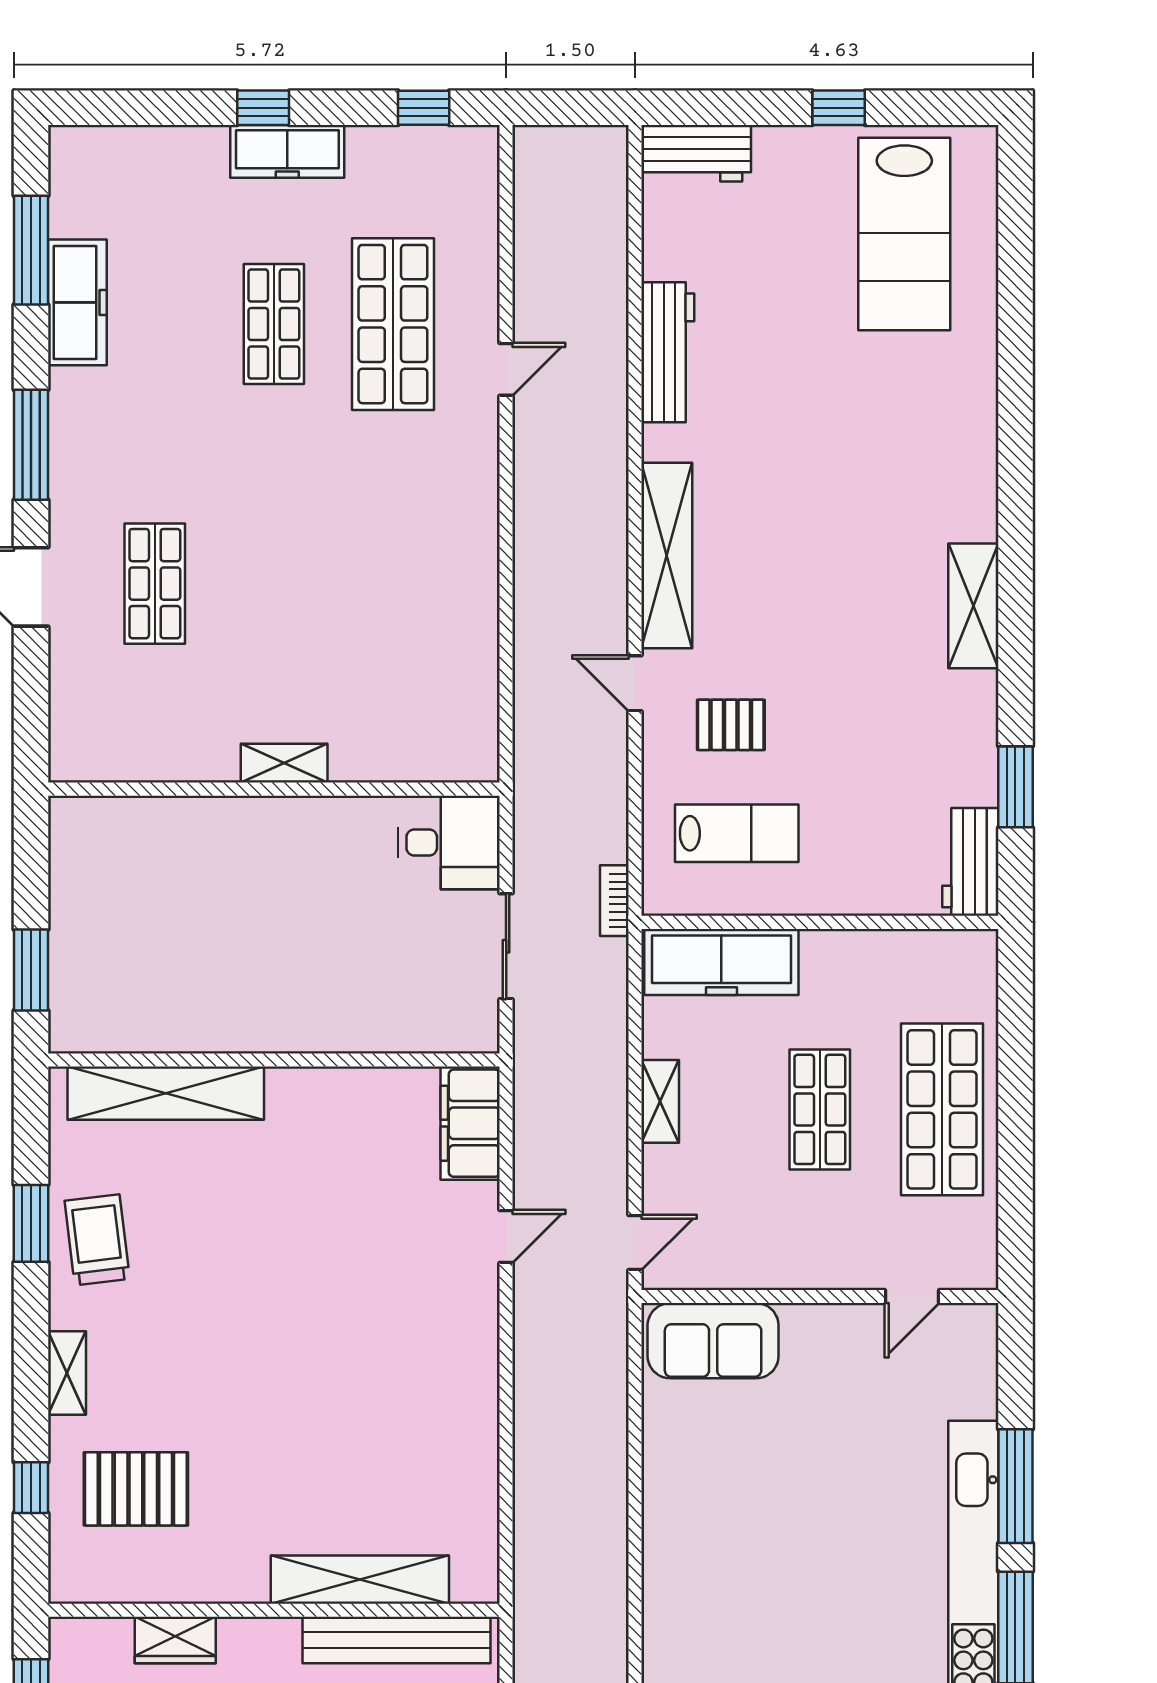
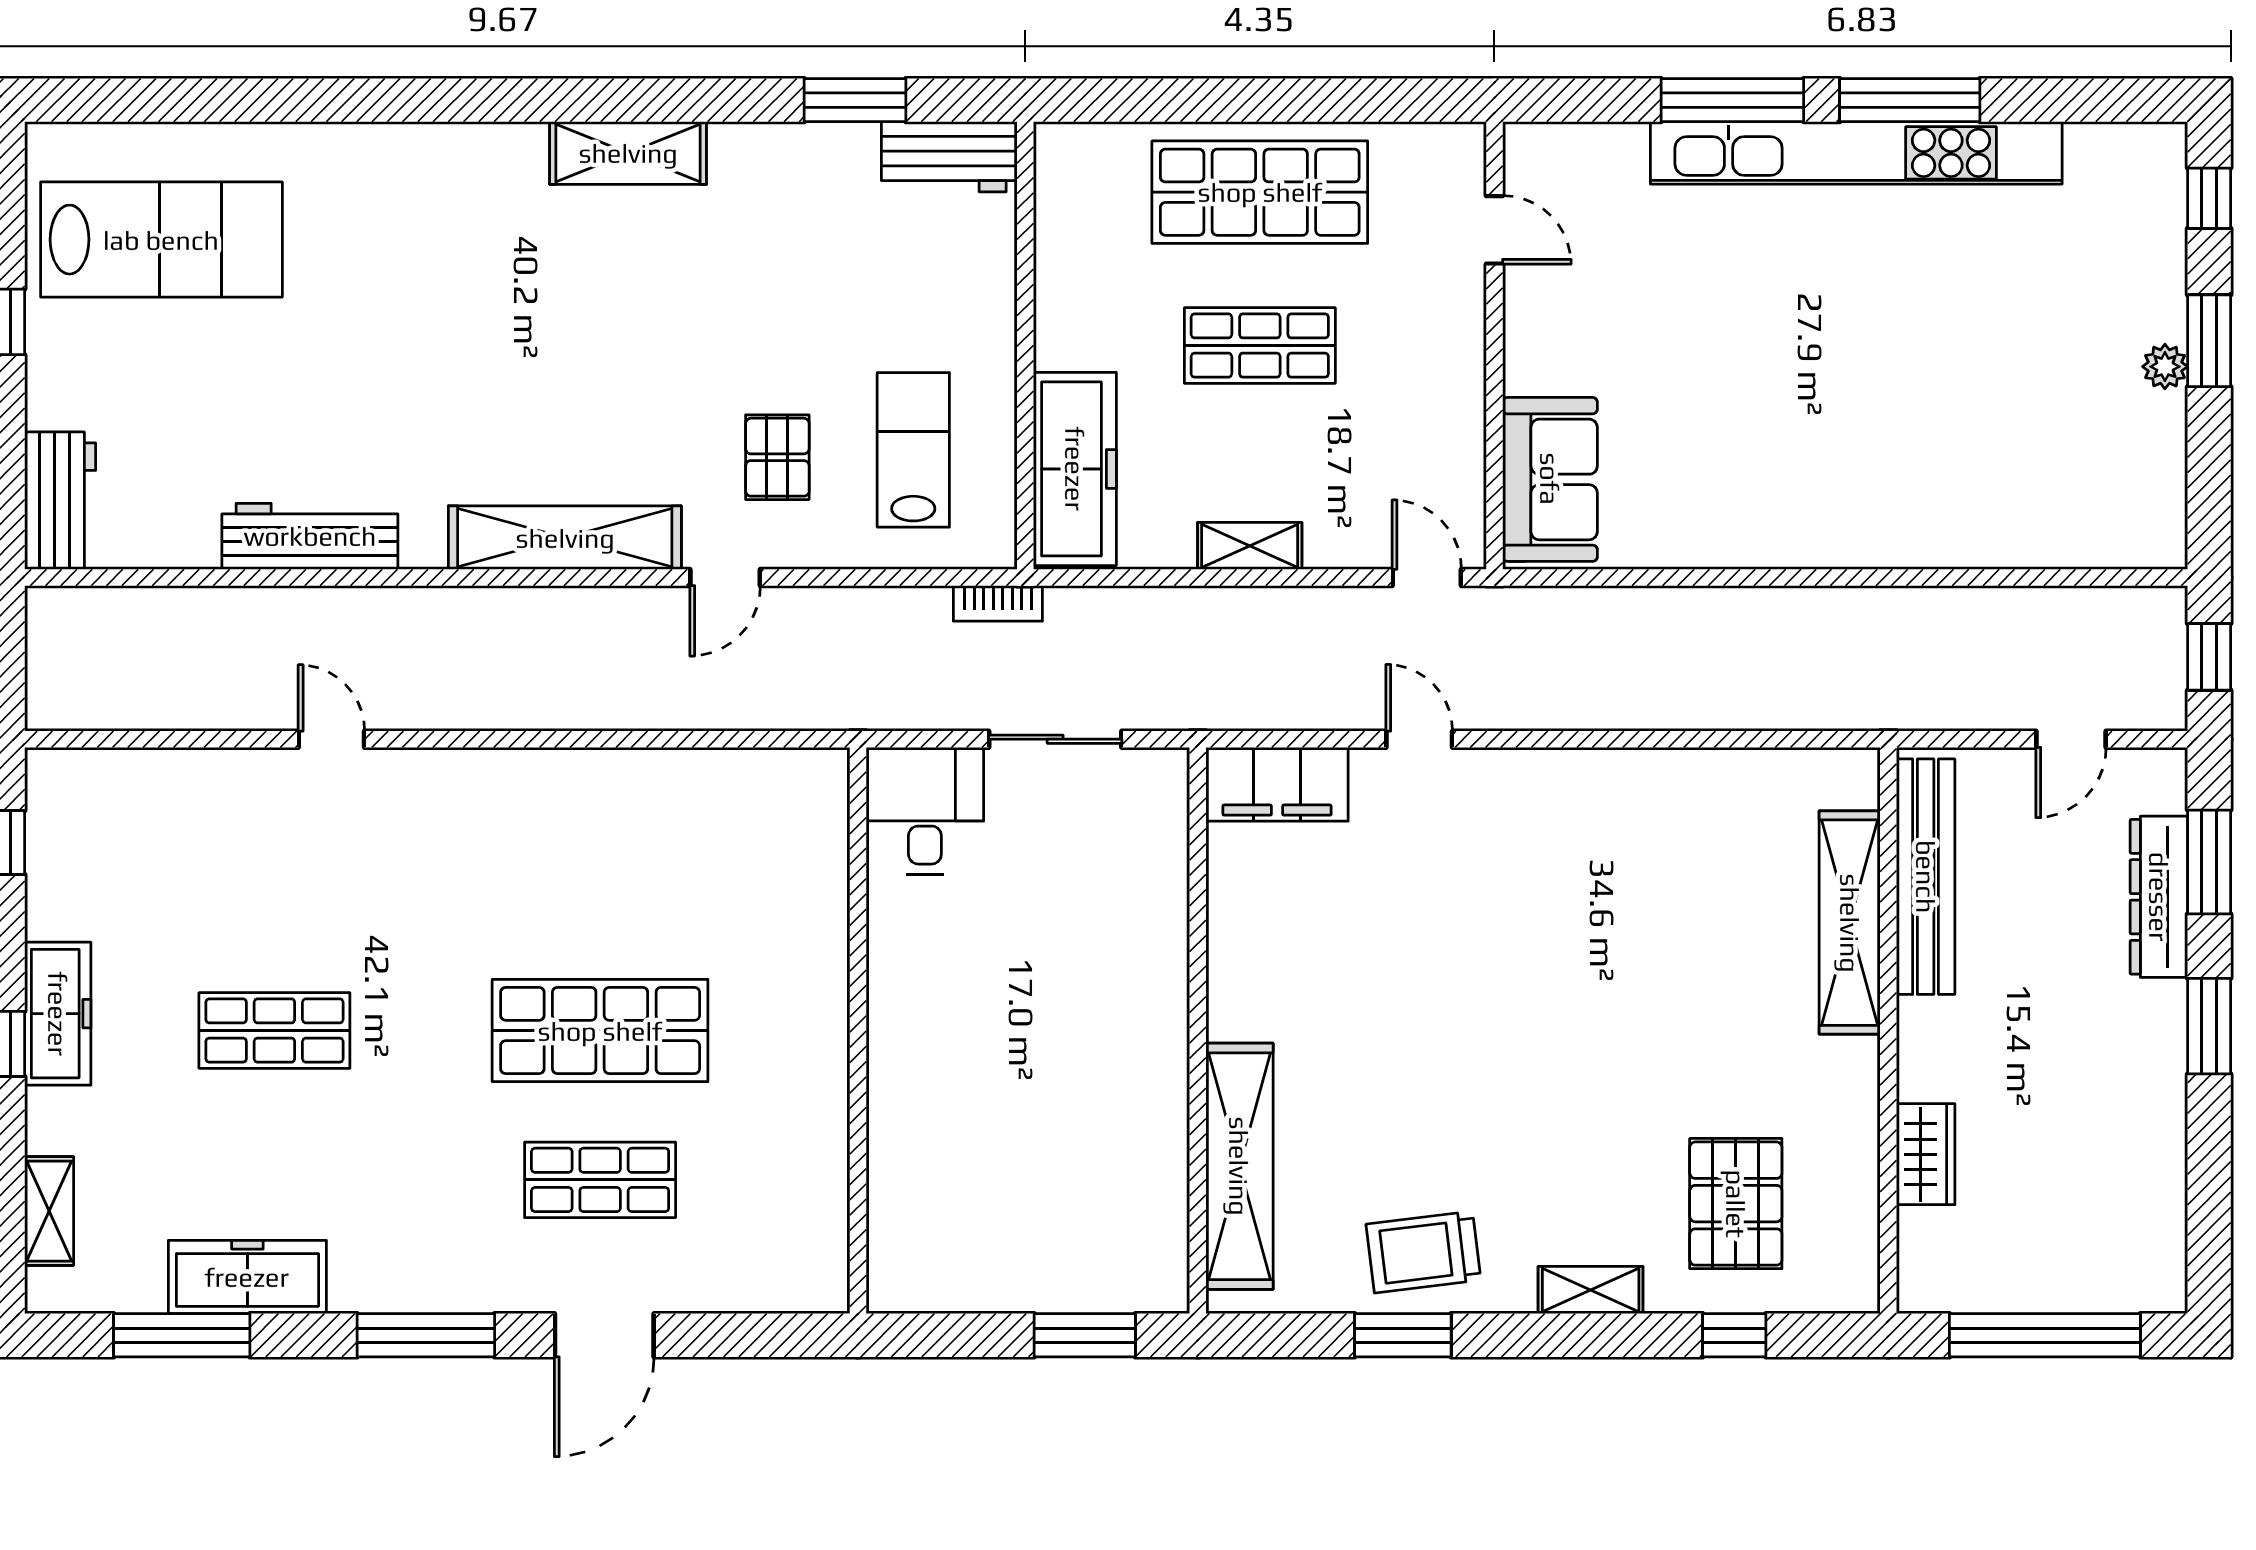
shop shelf: (393, 324) -> (600, 1031), moved
shelving: (284, 763) -> (49, 1211), moved

